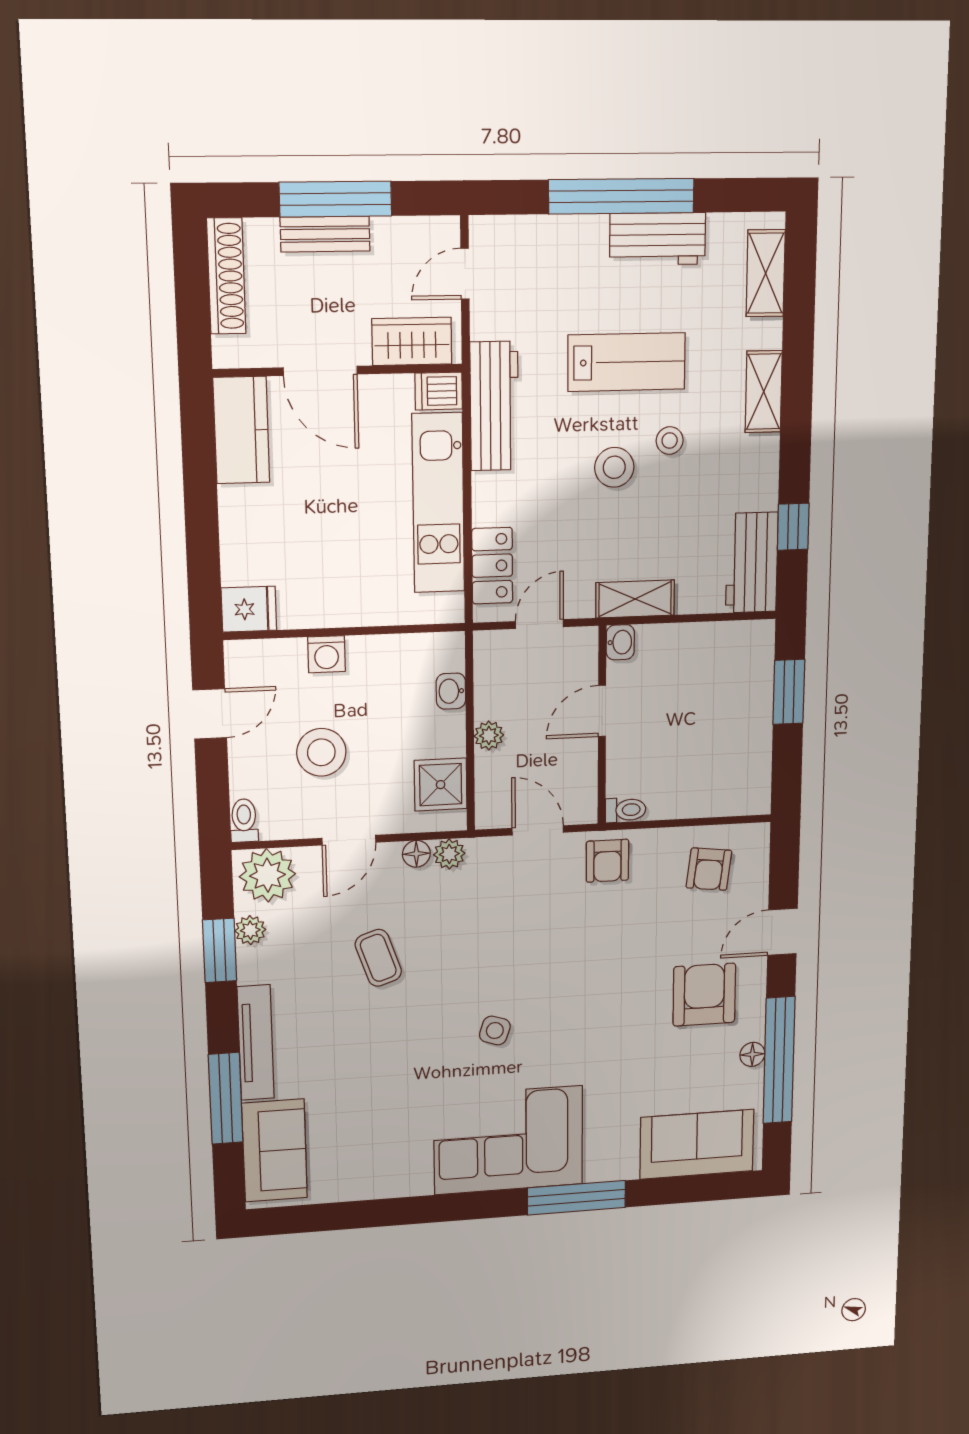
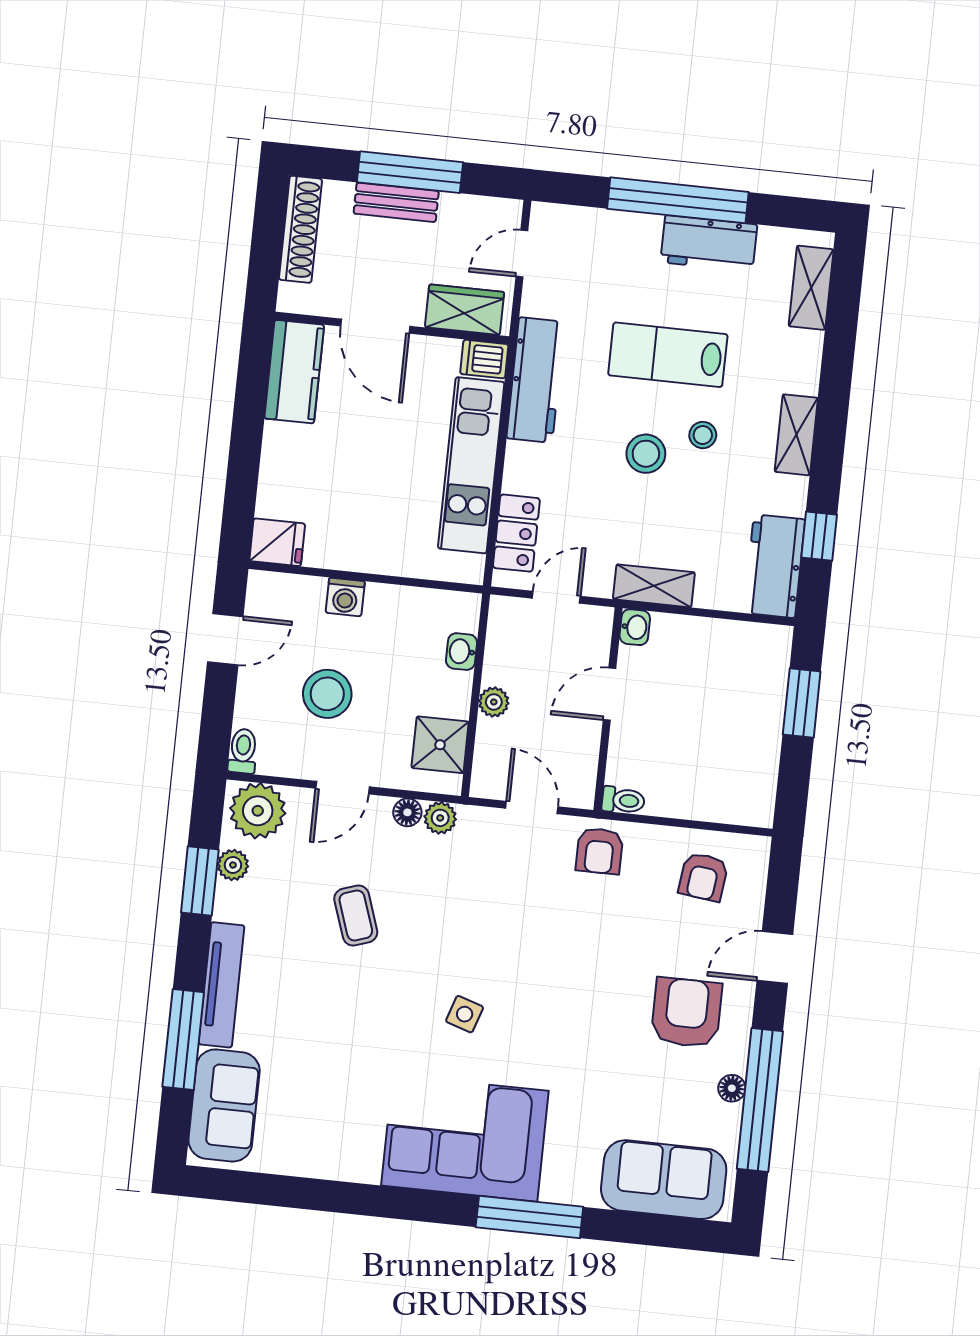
lab bench: (627, 362) -> (668, 355), turned 180
shelving: (764, 392) -> (796, 435), moved

